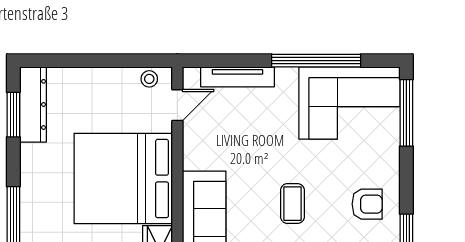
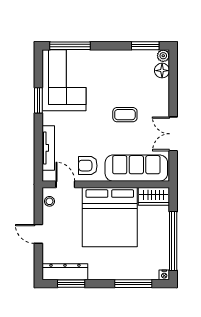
door: (95, 61) -> (38, 234), added
window: (316, 61) -> (38, 100), width x0.47
armchair: (367, 204) -> (88, 166), moved, turned -90

